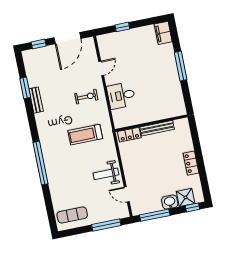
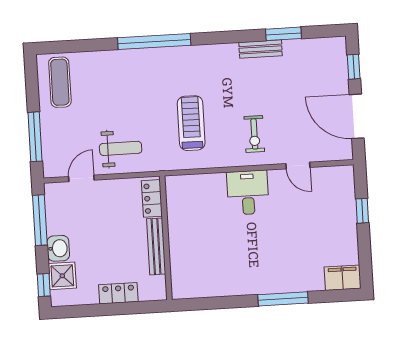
wall: (151, 123) -> (166, 238), moved
bench: (157, 128) -> (156, 246), moved
locker: (129, 135) -> (152, 198), moved
weight bench: (106, 174) -> (121, 148), turned 90

